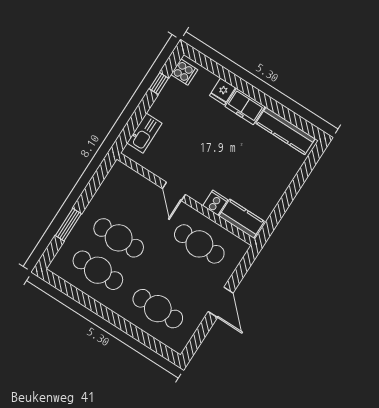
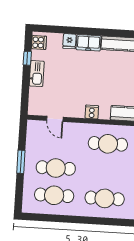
kitchen sink: (144, 133) -> (37, 74), moved
door: (174, 191) -> (55, 119), moved
cooker: (215, 203) -> (92, 112), moved
window: (68, 225) -> (21, 162), moved

